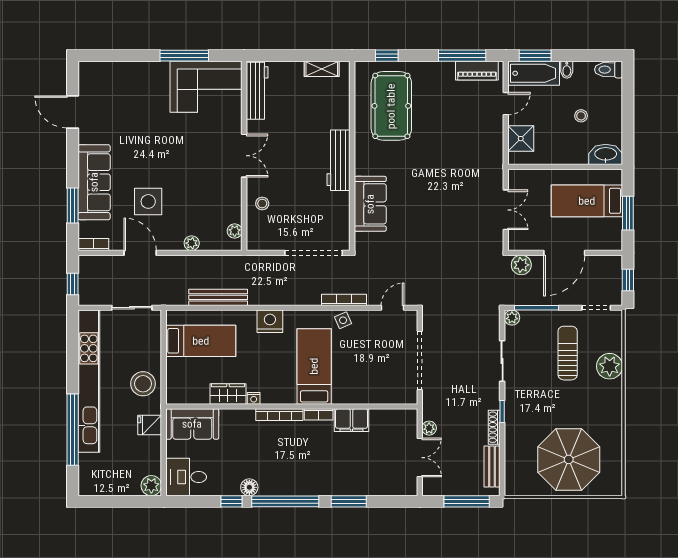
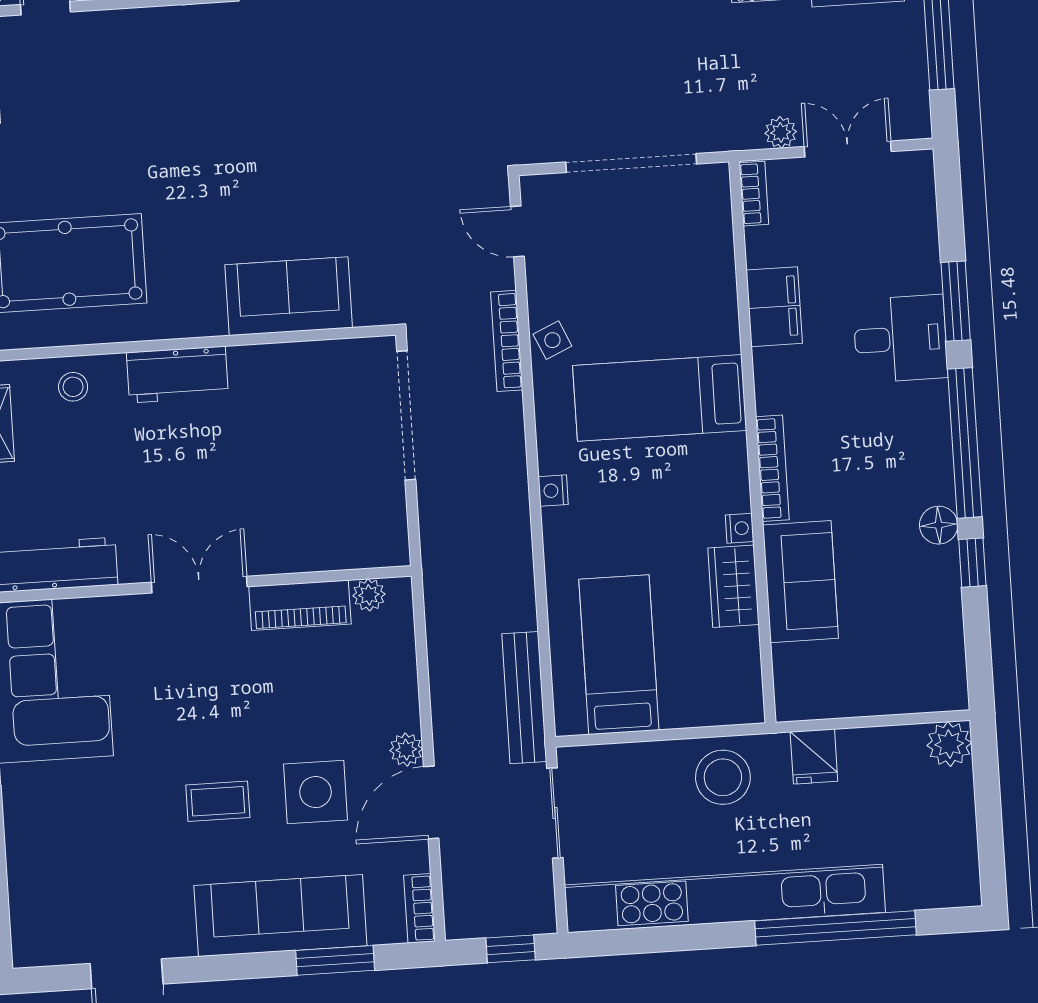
coffee table: (147, 158) -> (218, 801), added
workbench: (338, 160) -> (177, 375), width x0.73
piano: (232, 200) -> (300, 605), added
stool: (262, 204) -> (73, 387), moved
plant: (192, 243) -> (406, 750), moved
bench: (218, 297) -> (524, 698), moved
nightstand: (270, 321) -> (553, 491), width x0.53, depth x0.56
bookcase: (319, 414) -> (754, 194), moved
sofa: (192, 424) -> (801, 582), moved
desk: (186, 477) -> (900, 339), moved, turned -90

